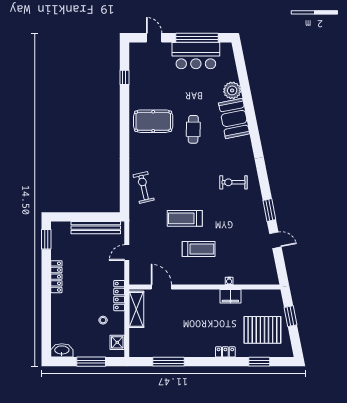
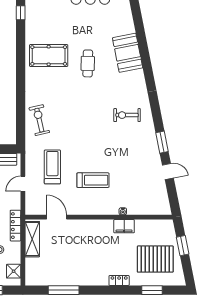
plant: (232, 90) -> (126, 25), removed
treadmill: (185, 218) -> (52, 167), moved, turned 90

